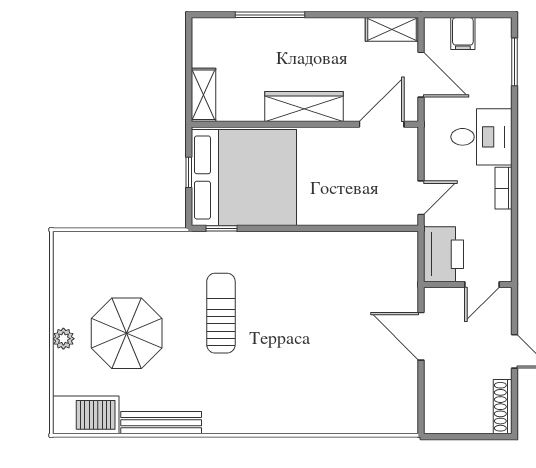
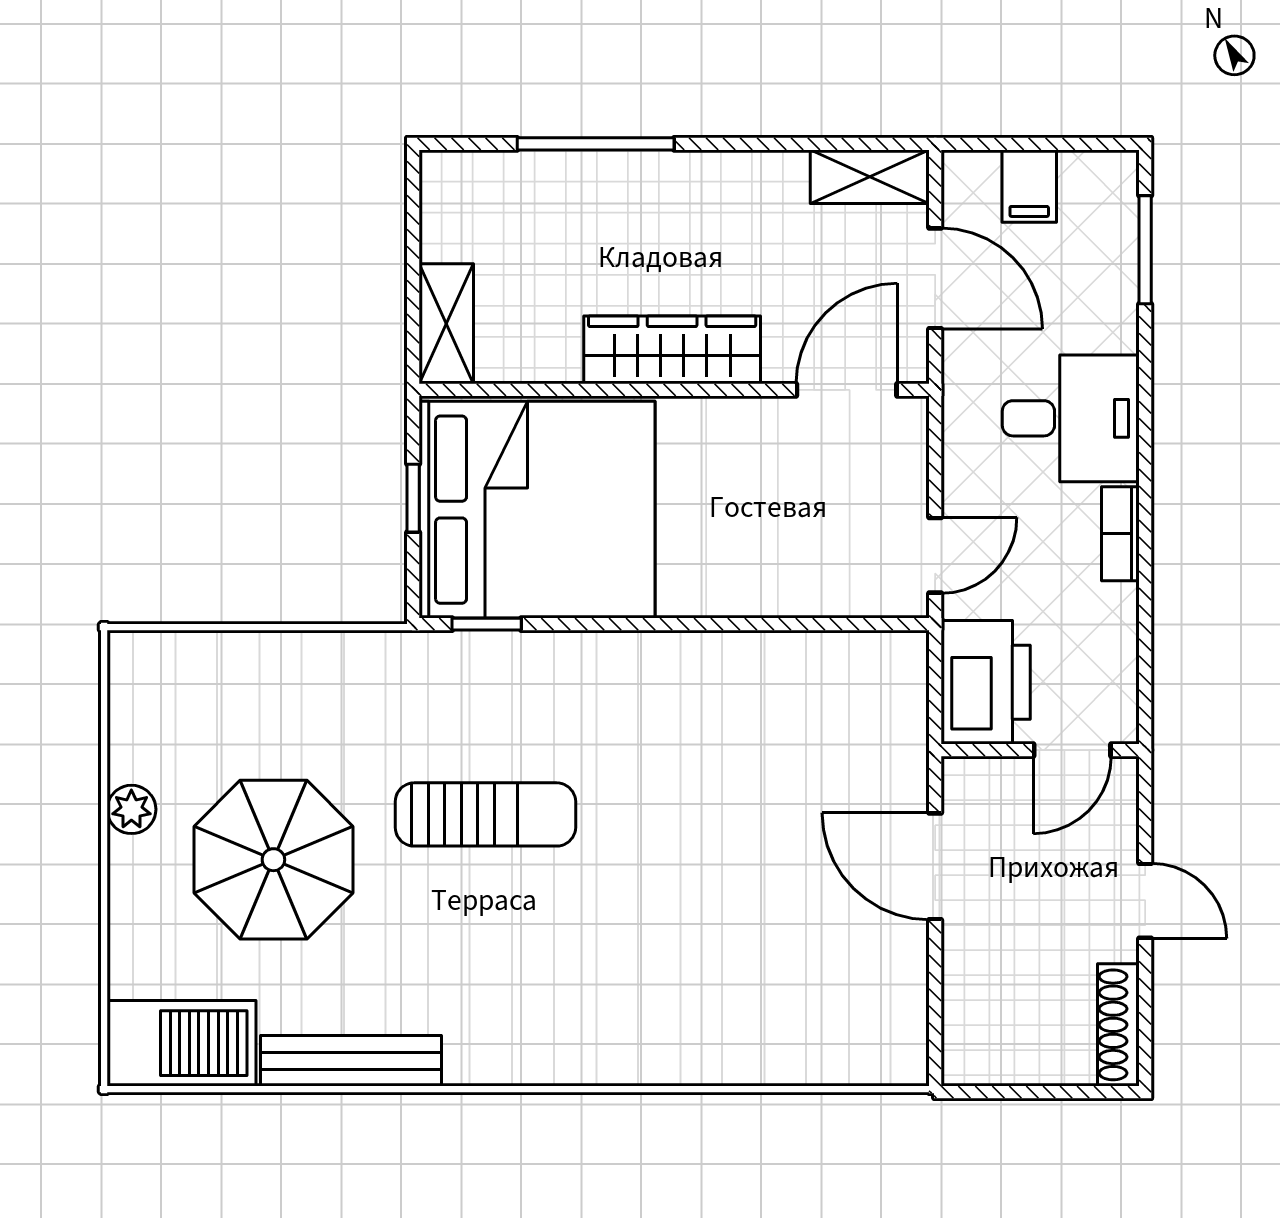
sun lounger: (221, 313) -> (485, 814), turned 90
plant: (63, 339) -> (131, 809), moved

